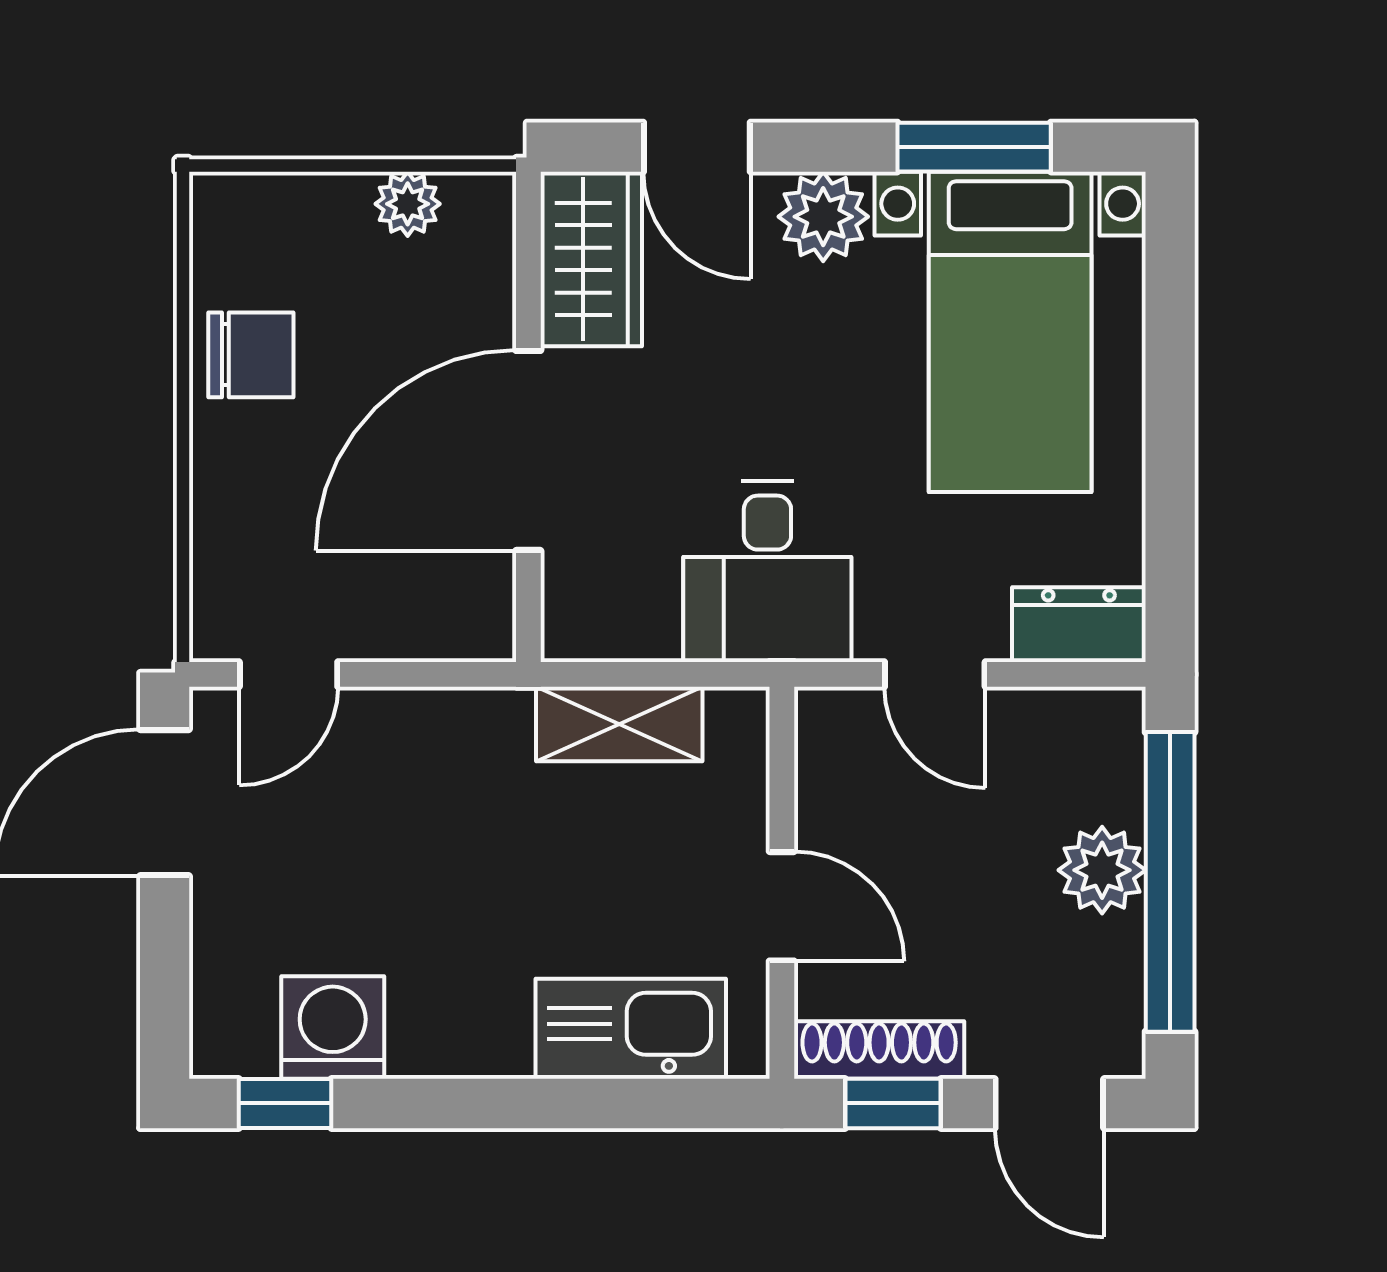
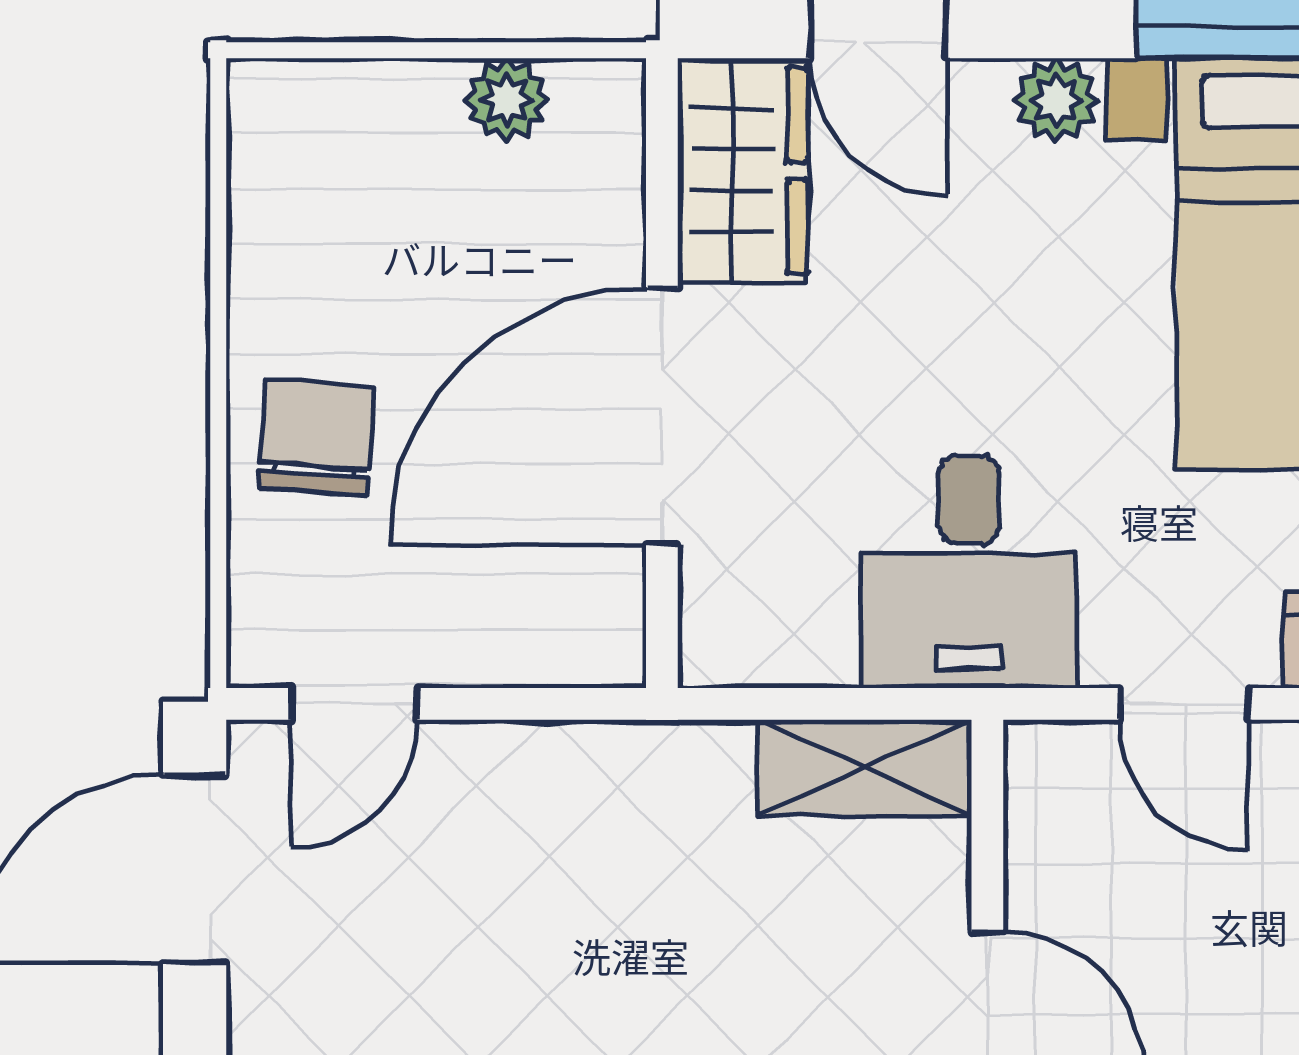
plant: (823, 217) -> (1056, 100), width x0.73, depth x0.73
chair: (251, 355) -> (317, 437), moved, turned -86
shelving: (619, 724) -> (865, 768), moved

